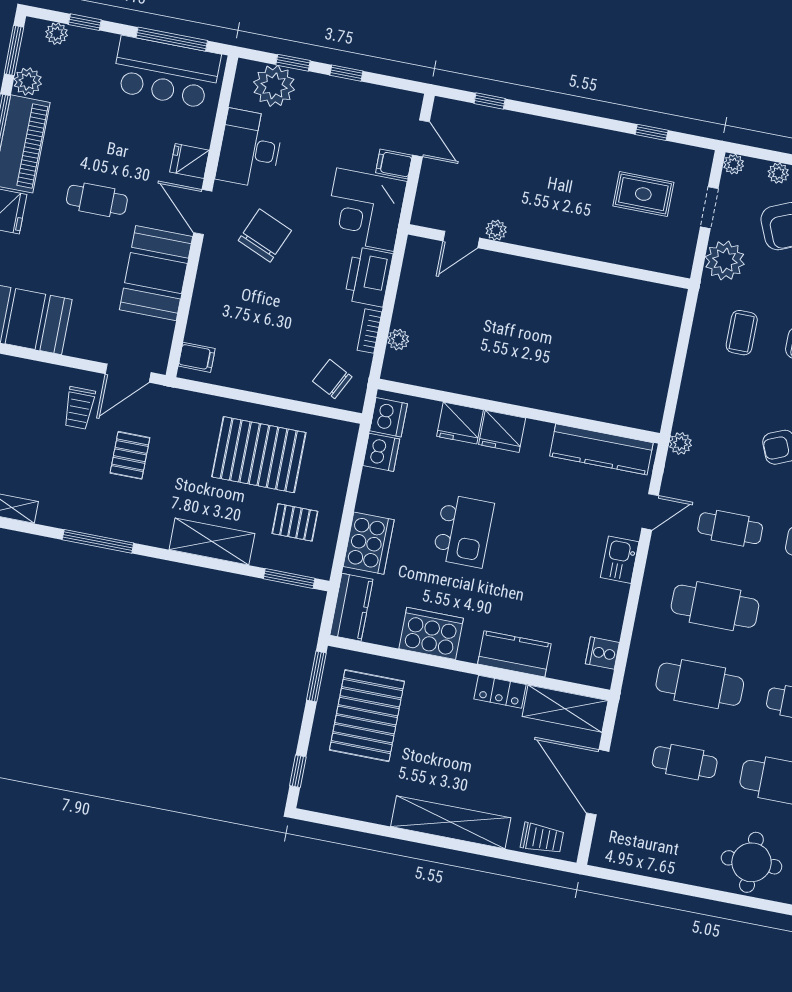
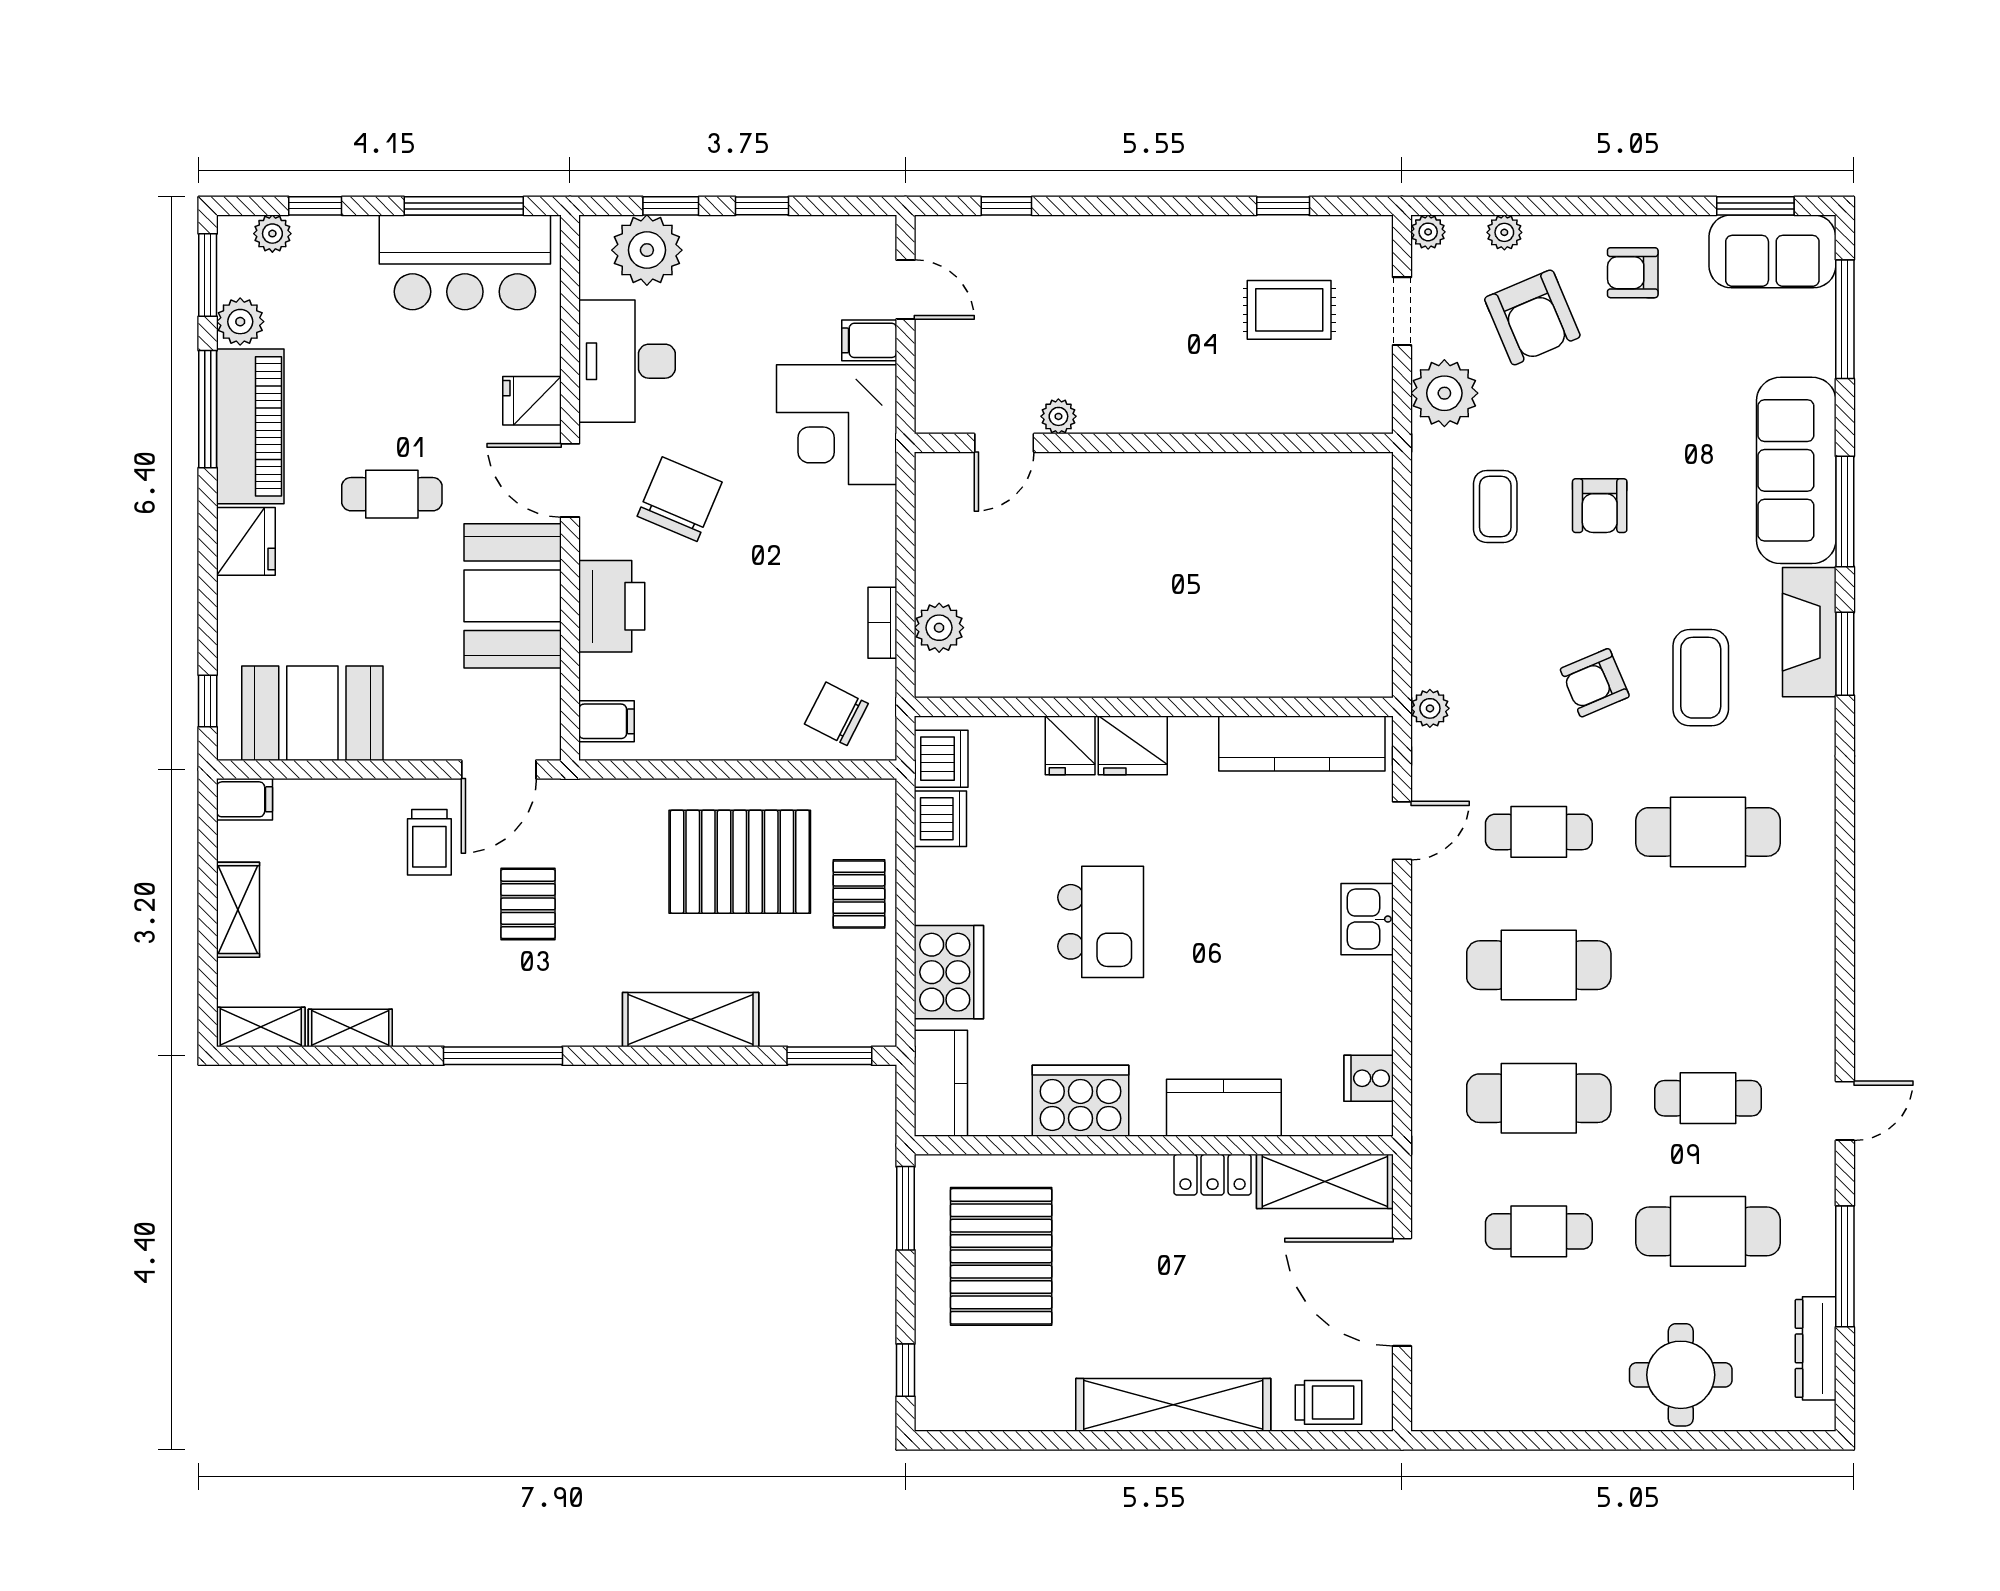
printer: (369, 277) -> (612, 606), moved, turned 180
plant: (398, 340) -> (939, 628), width x1.38, depth x1.38
fridge: (460, 423) -> (1070, 745), width x0.72
pallet: (295, 522) -> (859, 894), moved, turned 90

